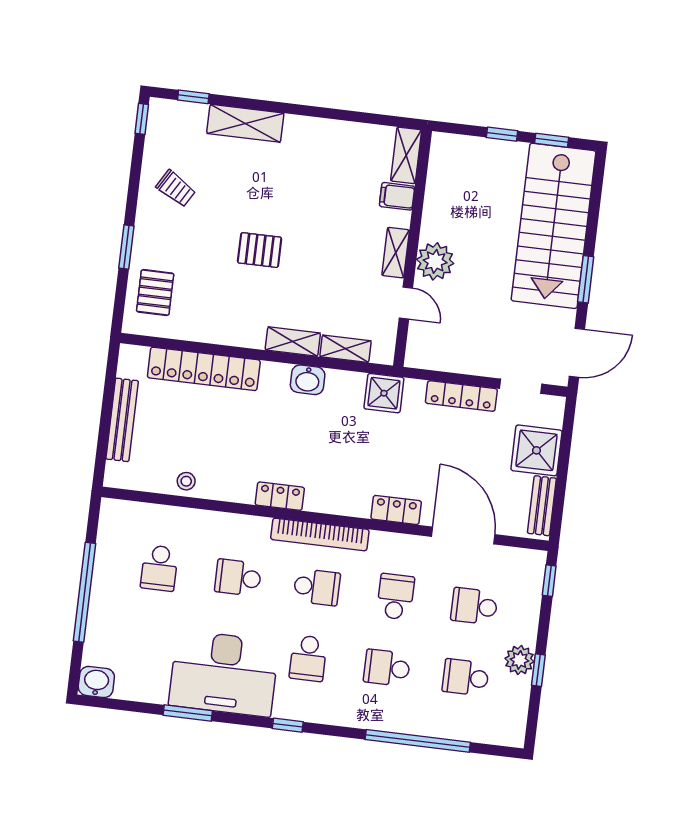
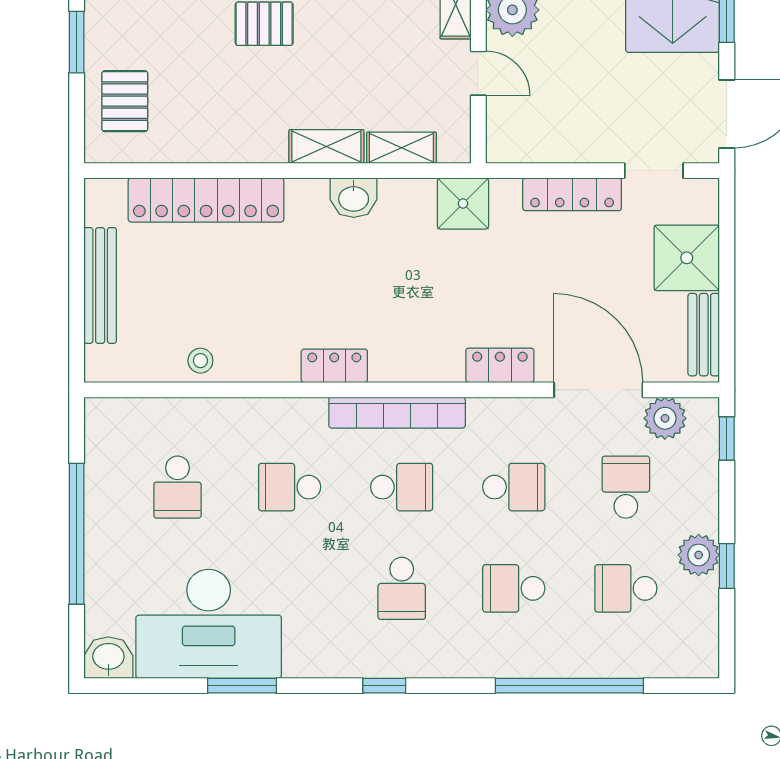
plant: (508, 561) -> (665, 418), added
school desk: (396, 597) -> (514, 487), turned 90
school desk: (474, 606) -> (626, 487), turned 90
desk: (224, 673) -> (209, 624), moved

